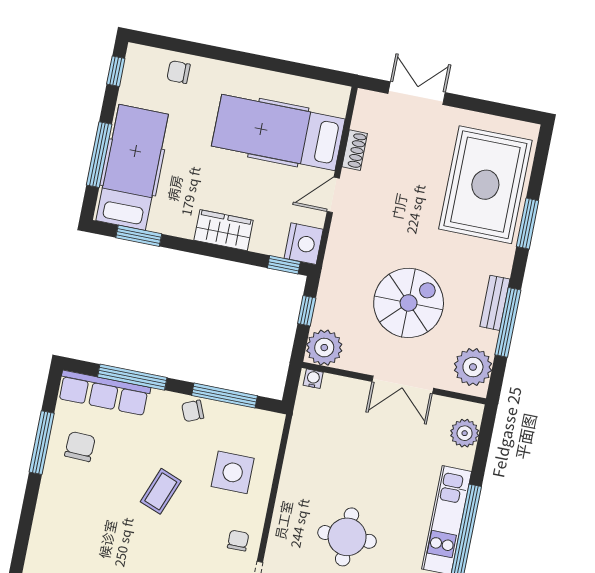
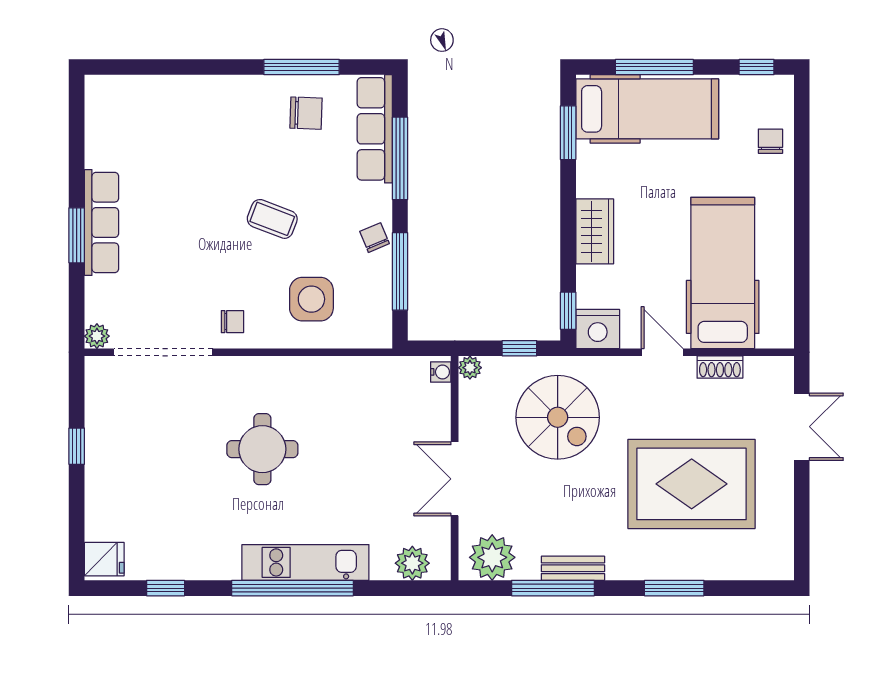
rug: (485, 185) -> (692, 484), moved
spiral stairs: (409, 303) -> (558, 417), moved
plant: (324, 348) -> (470, 368), width x0.53, depth x0.53

